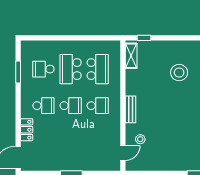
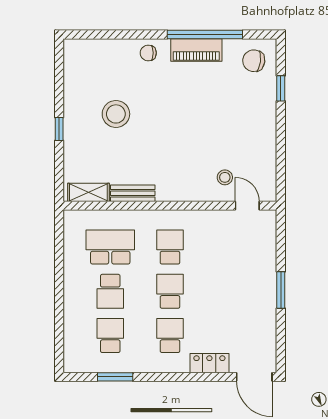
window: (144, 38) -> (59, 129), moved
school desk: (43, 69) -> (110, 336), turned 180
school desk: (71, 69) -> (110, 291), width x0.54
bench: (131, 109) -> (133, 193), moved

